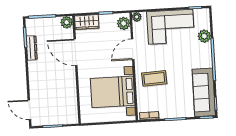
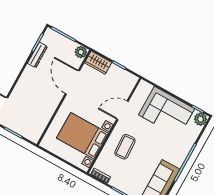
plant: (137, 17) -> (143, 85), removed
plant: (124, 23) -> (129, 84), removed
plant: (204, 36) -> (201, 119), moved
coffee table: (154, 78) -> (125, 147), turned 90

